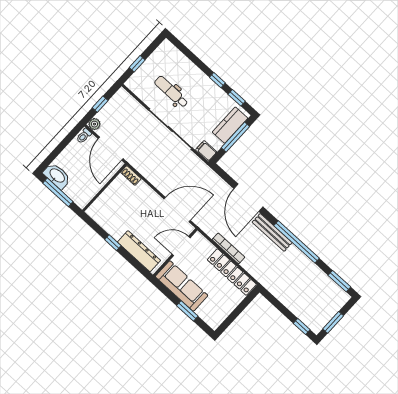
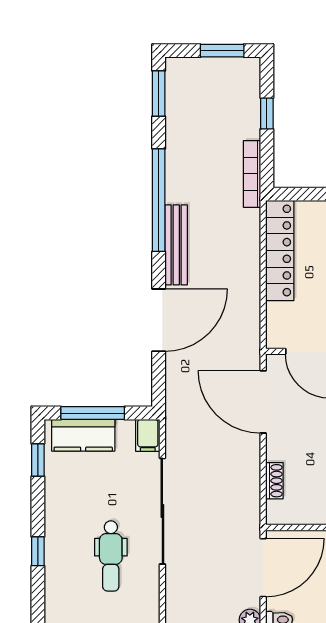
window: (217, 80) -> (38, 551), moved
shoe rack: (131, 176) -> (274, 481), moved
bookcase: (228, 248) -> (252, 174), moved
window: (302, 327) -> (267, 114), moved

